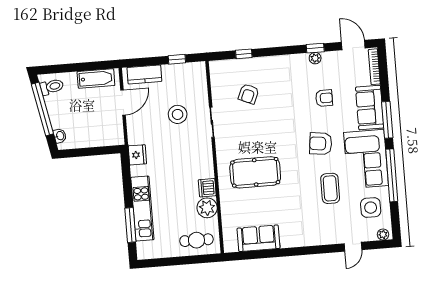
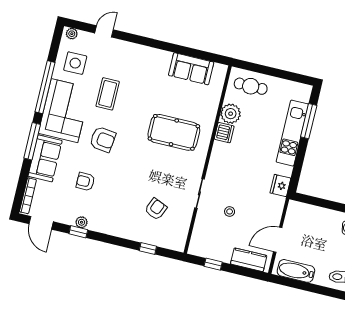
stool: (178, 114) -> (230, 211), width x0.53, depth x0.53

